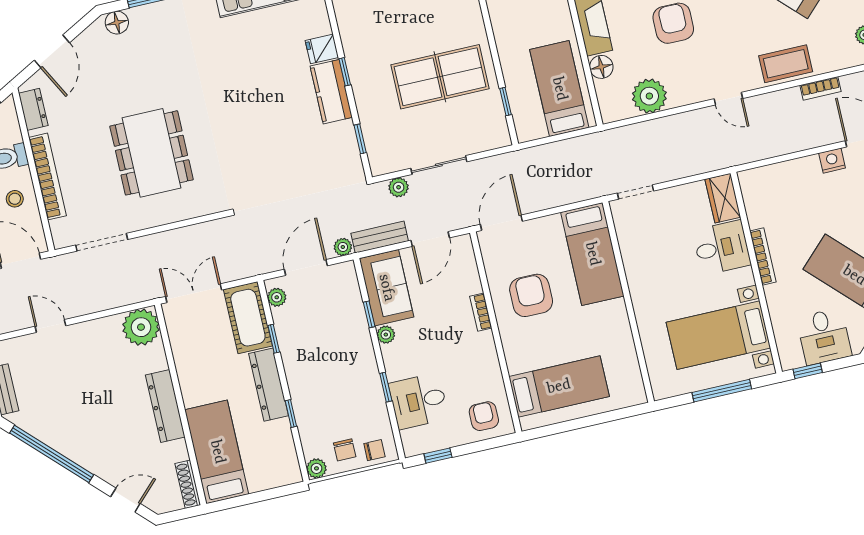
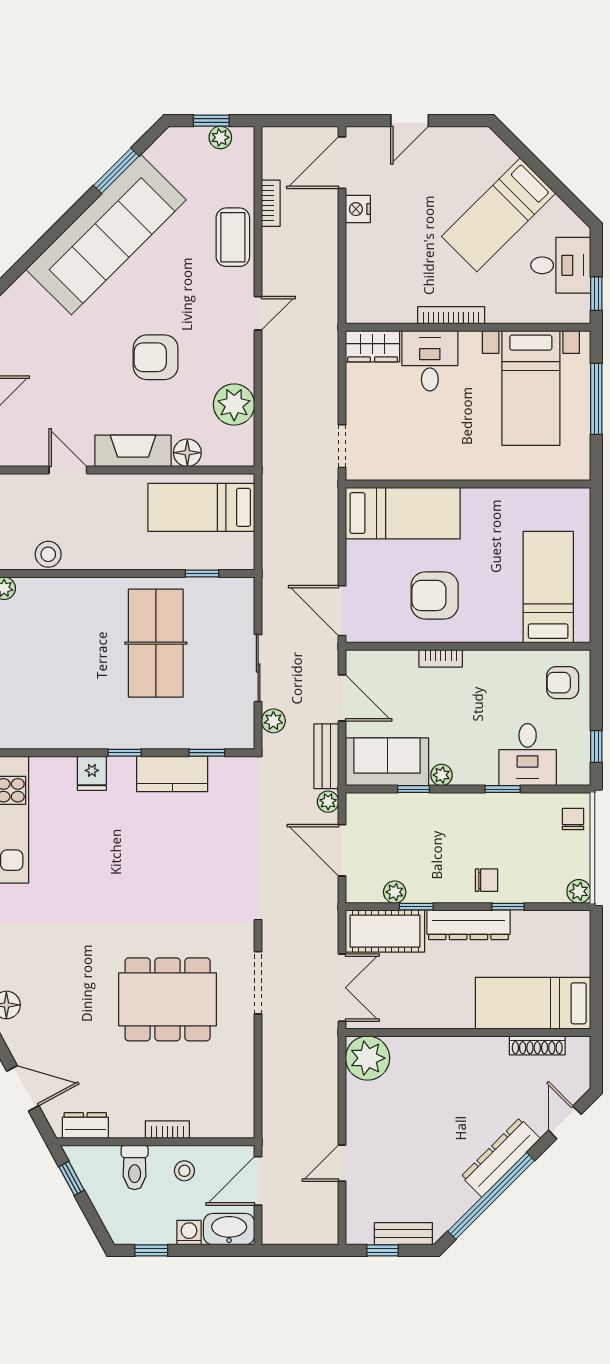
kitchen counter: (331, 92) -> (172, 774), moved
bookcase: (47, 177) -> (167, 1130), width x0.43, depth x0.76
doorway: (102, 242) -> (258, 983), moved
double door: (194, 293) -> (342, 988), swing flipped
plant: (277, 297) -> (395, 892), moved
dresser: (165, 406) -> (501, 1157), moved, turned 135
chair: (345, 450) -> (487, 880), moved
shoe rack: (188, 484) -> (537, 1045), moved

